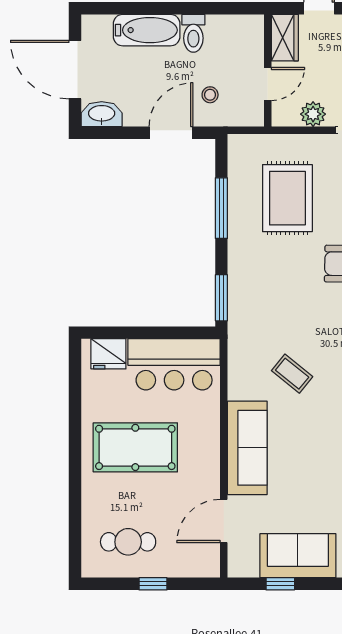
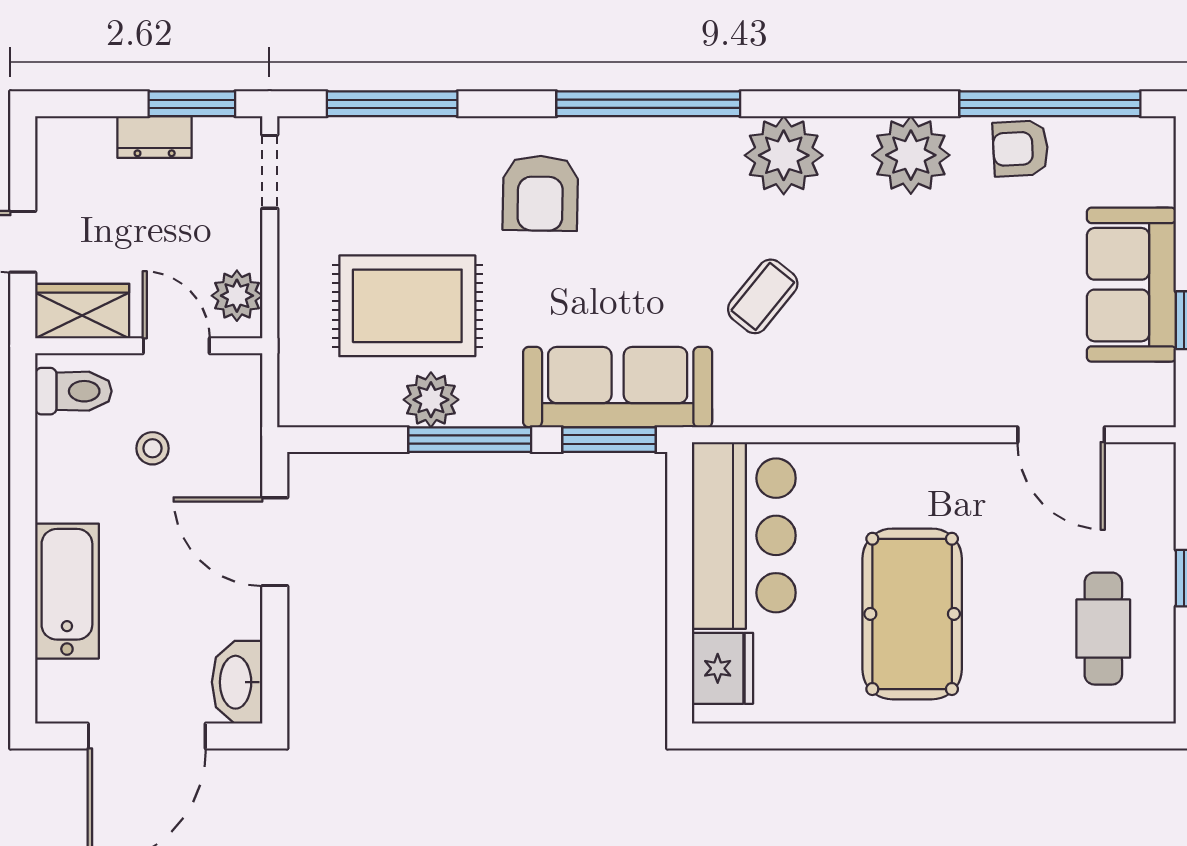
toilet: (193, 33) -> (73, 391), moved
stool: (210, 95) -> (152, 448), moved
plant: (313, 114) -> (237, 296), moved
window: (221, 208) -> (470, 440), moved
plant: (241, 210) -> (431, 400), added
sofa: (247, 448) -> (618, 387), moved

